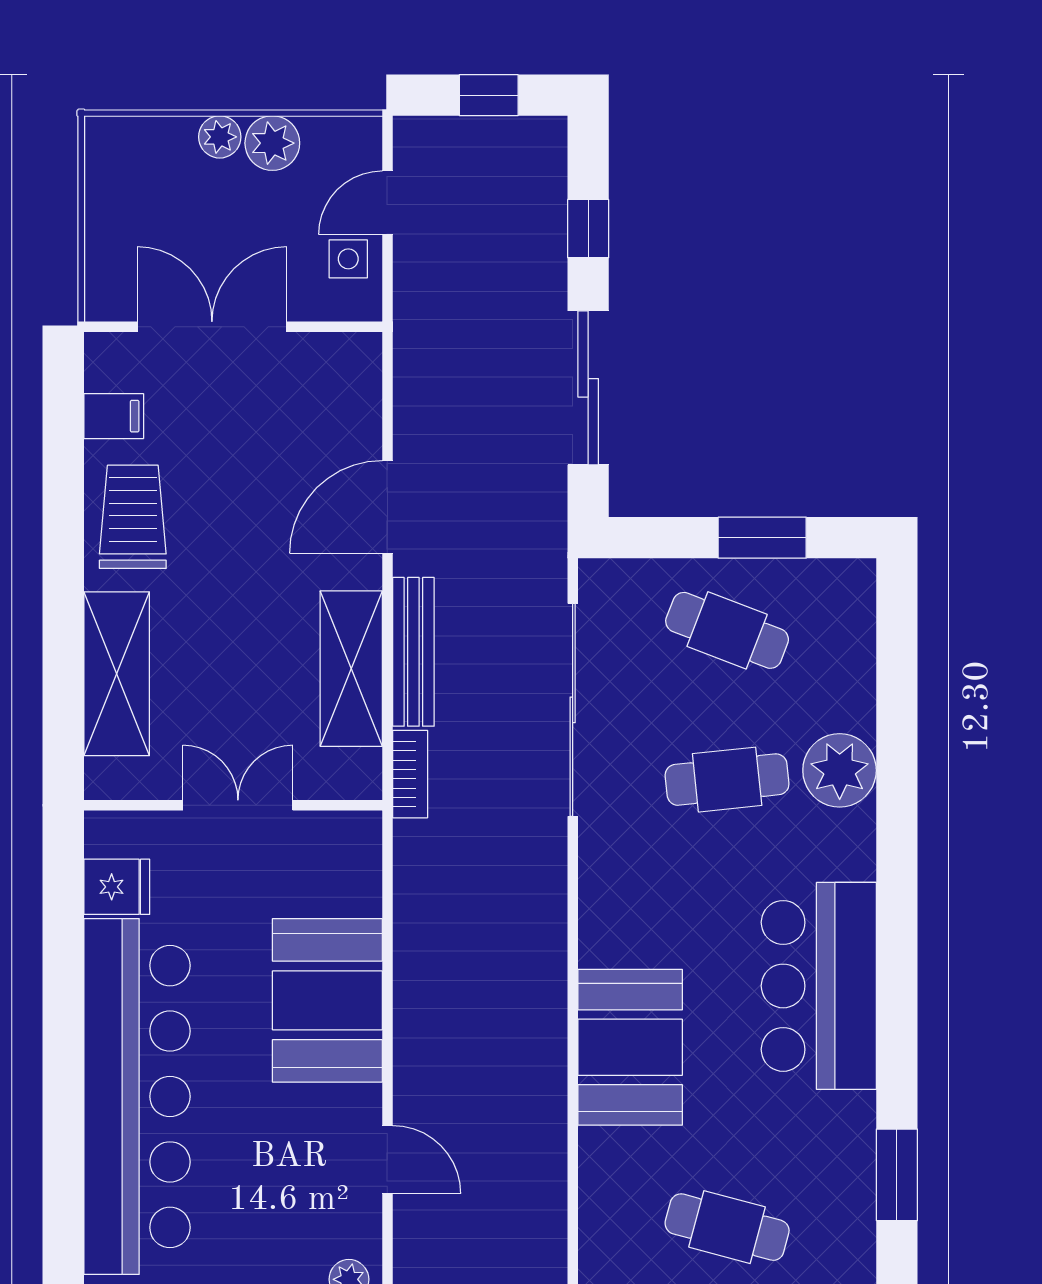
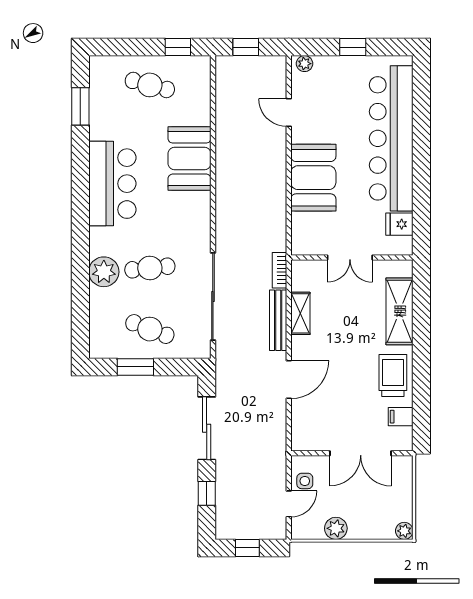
plant: (220, 137) -> (404, 531), moved
trolley: (133, 517) -> (393, 375), turned 180
shelving: (351, 669) -> (300, 313), width x0.67, depth x0.75

